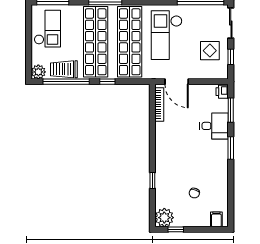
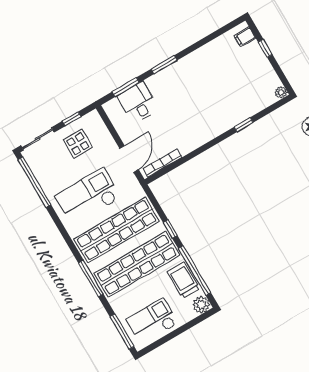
checkout: (167, 35) -> (88, 197), turned 180
trolley: (64, 69) -> (184, 280), turned 180
printer: (222, 92) -> (112, 107), removed
desk: (214, 126) -> (138, 103), moved
chair: (194, 193) -> (231, 75), removed
plant: (164, 218) -> (281, 92), width x0.53, depth x0.53
window: (176, 229) -> (265, 48), moved

